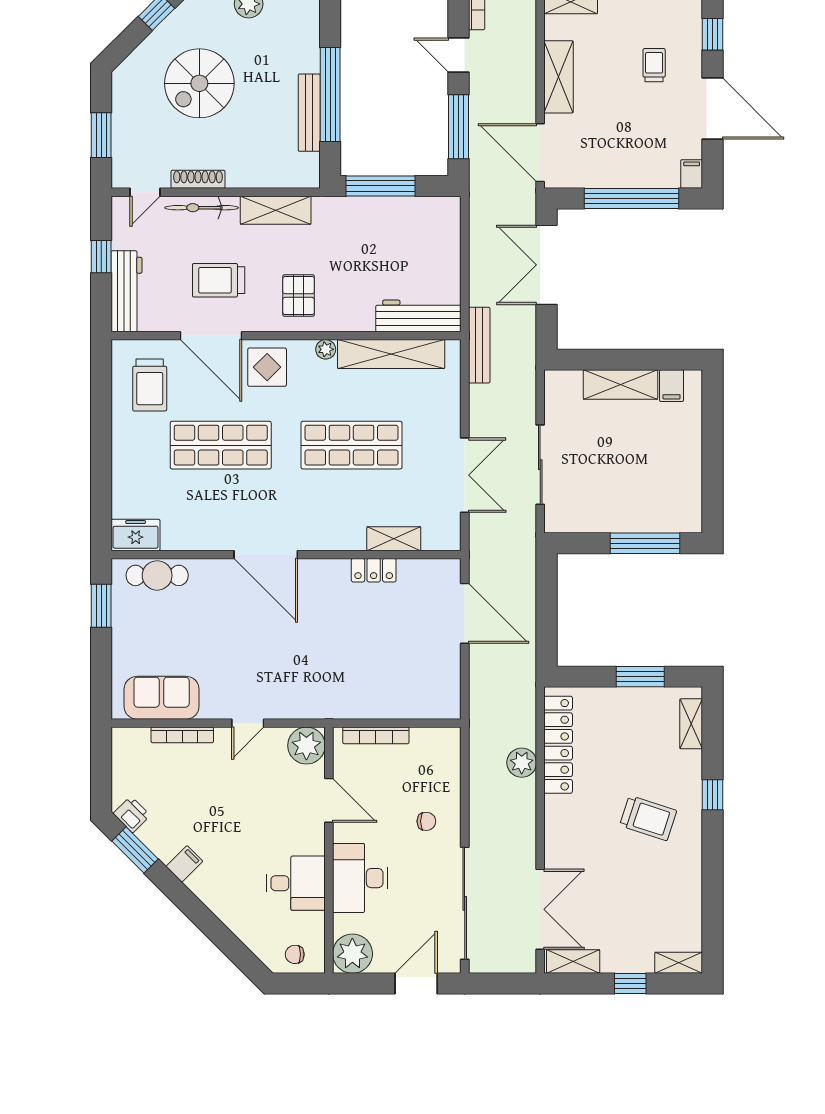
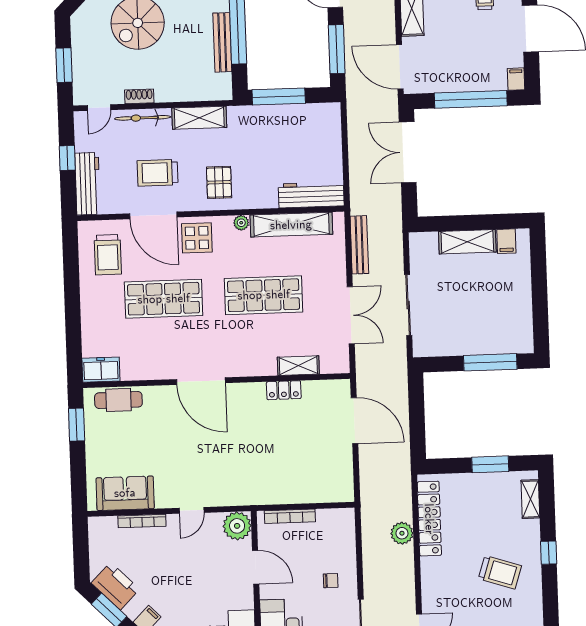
shoe rack: (198, 179) -> (139, 96), width x0.70
bench: (479, 345) -> (359, 245), moved
printer: (132, 814) -> (115, 586), width x1.87, depth x1.48

